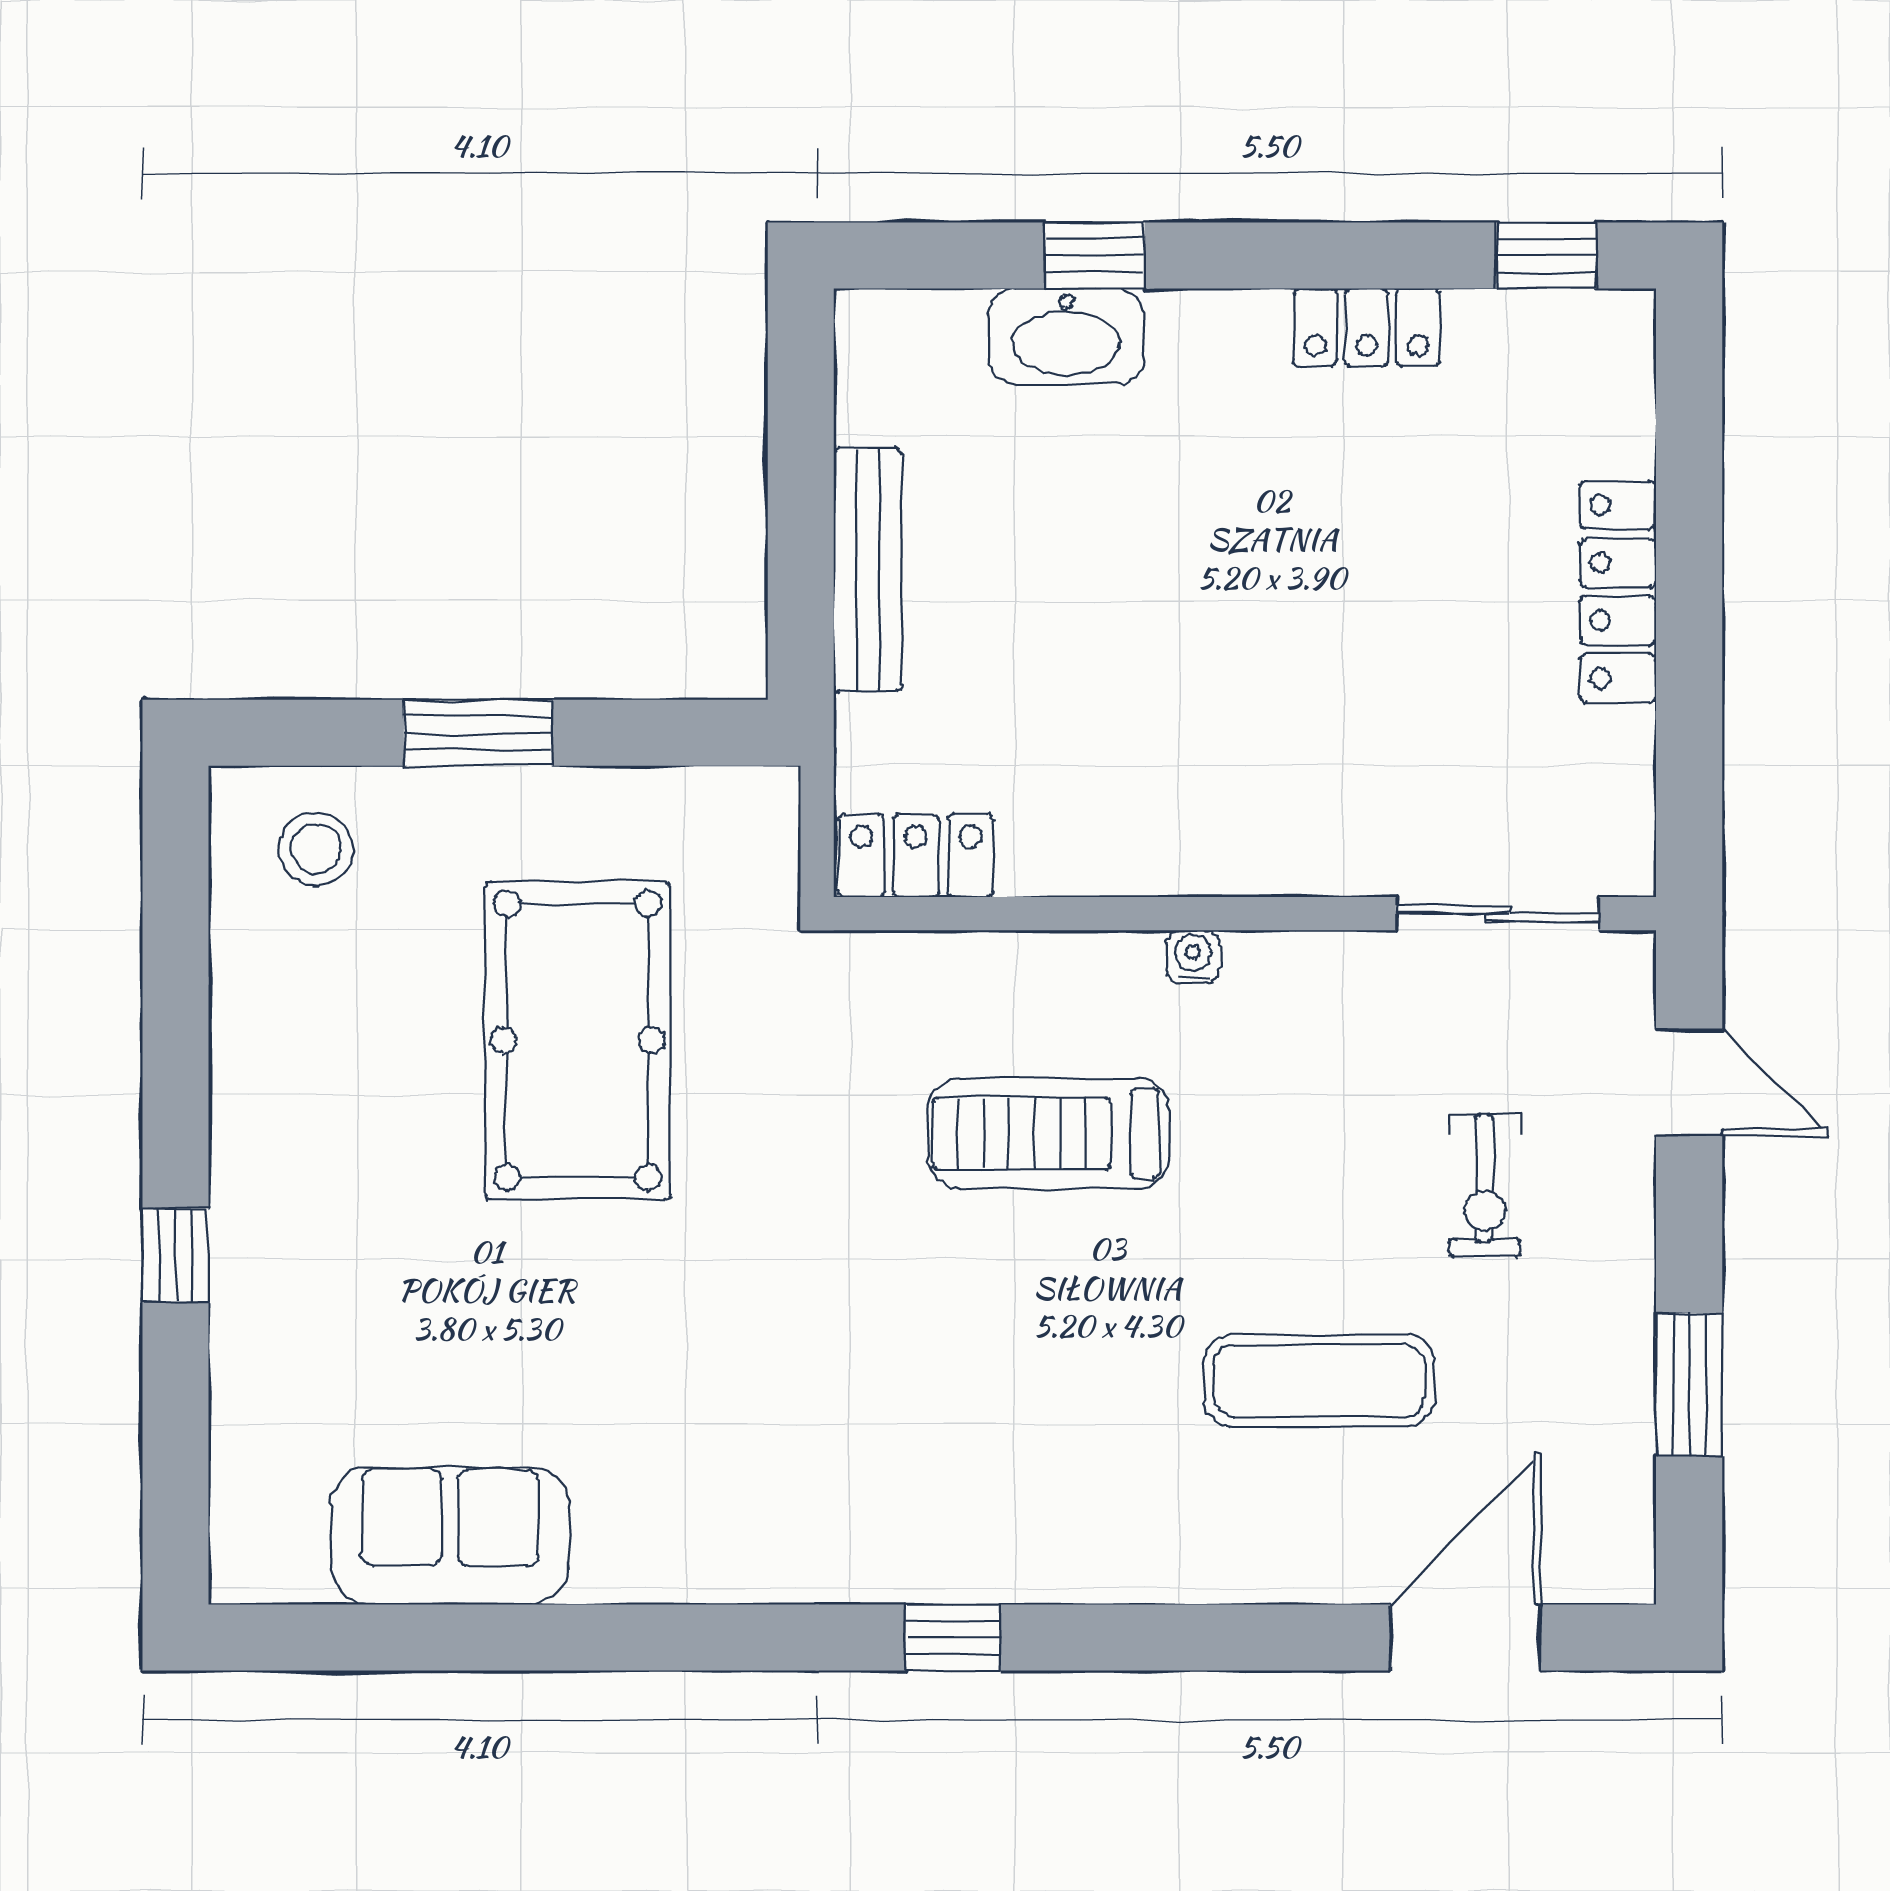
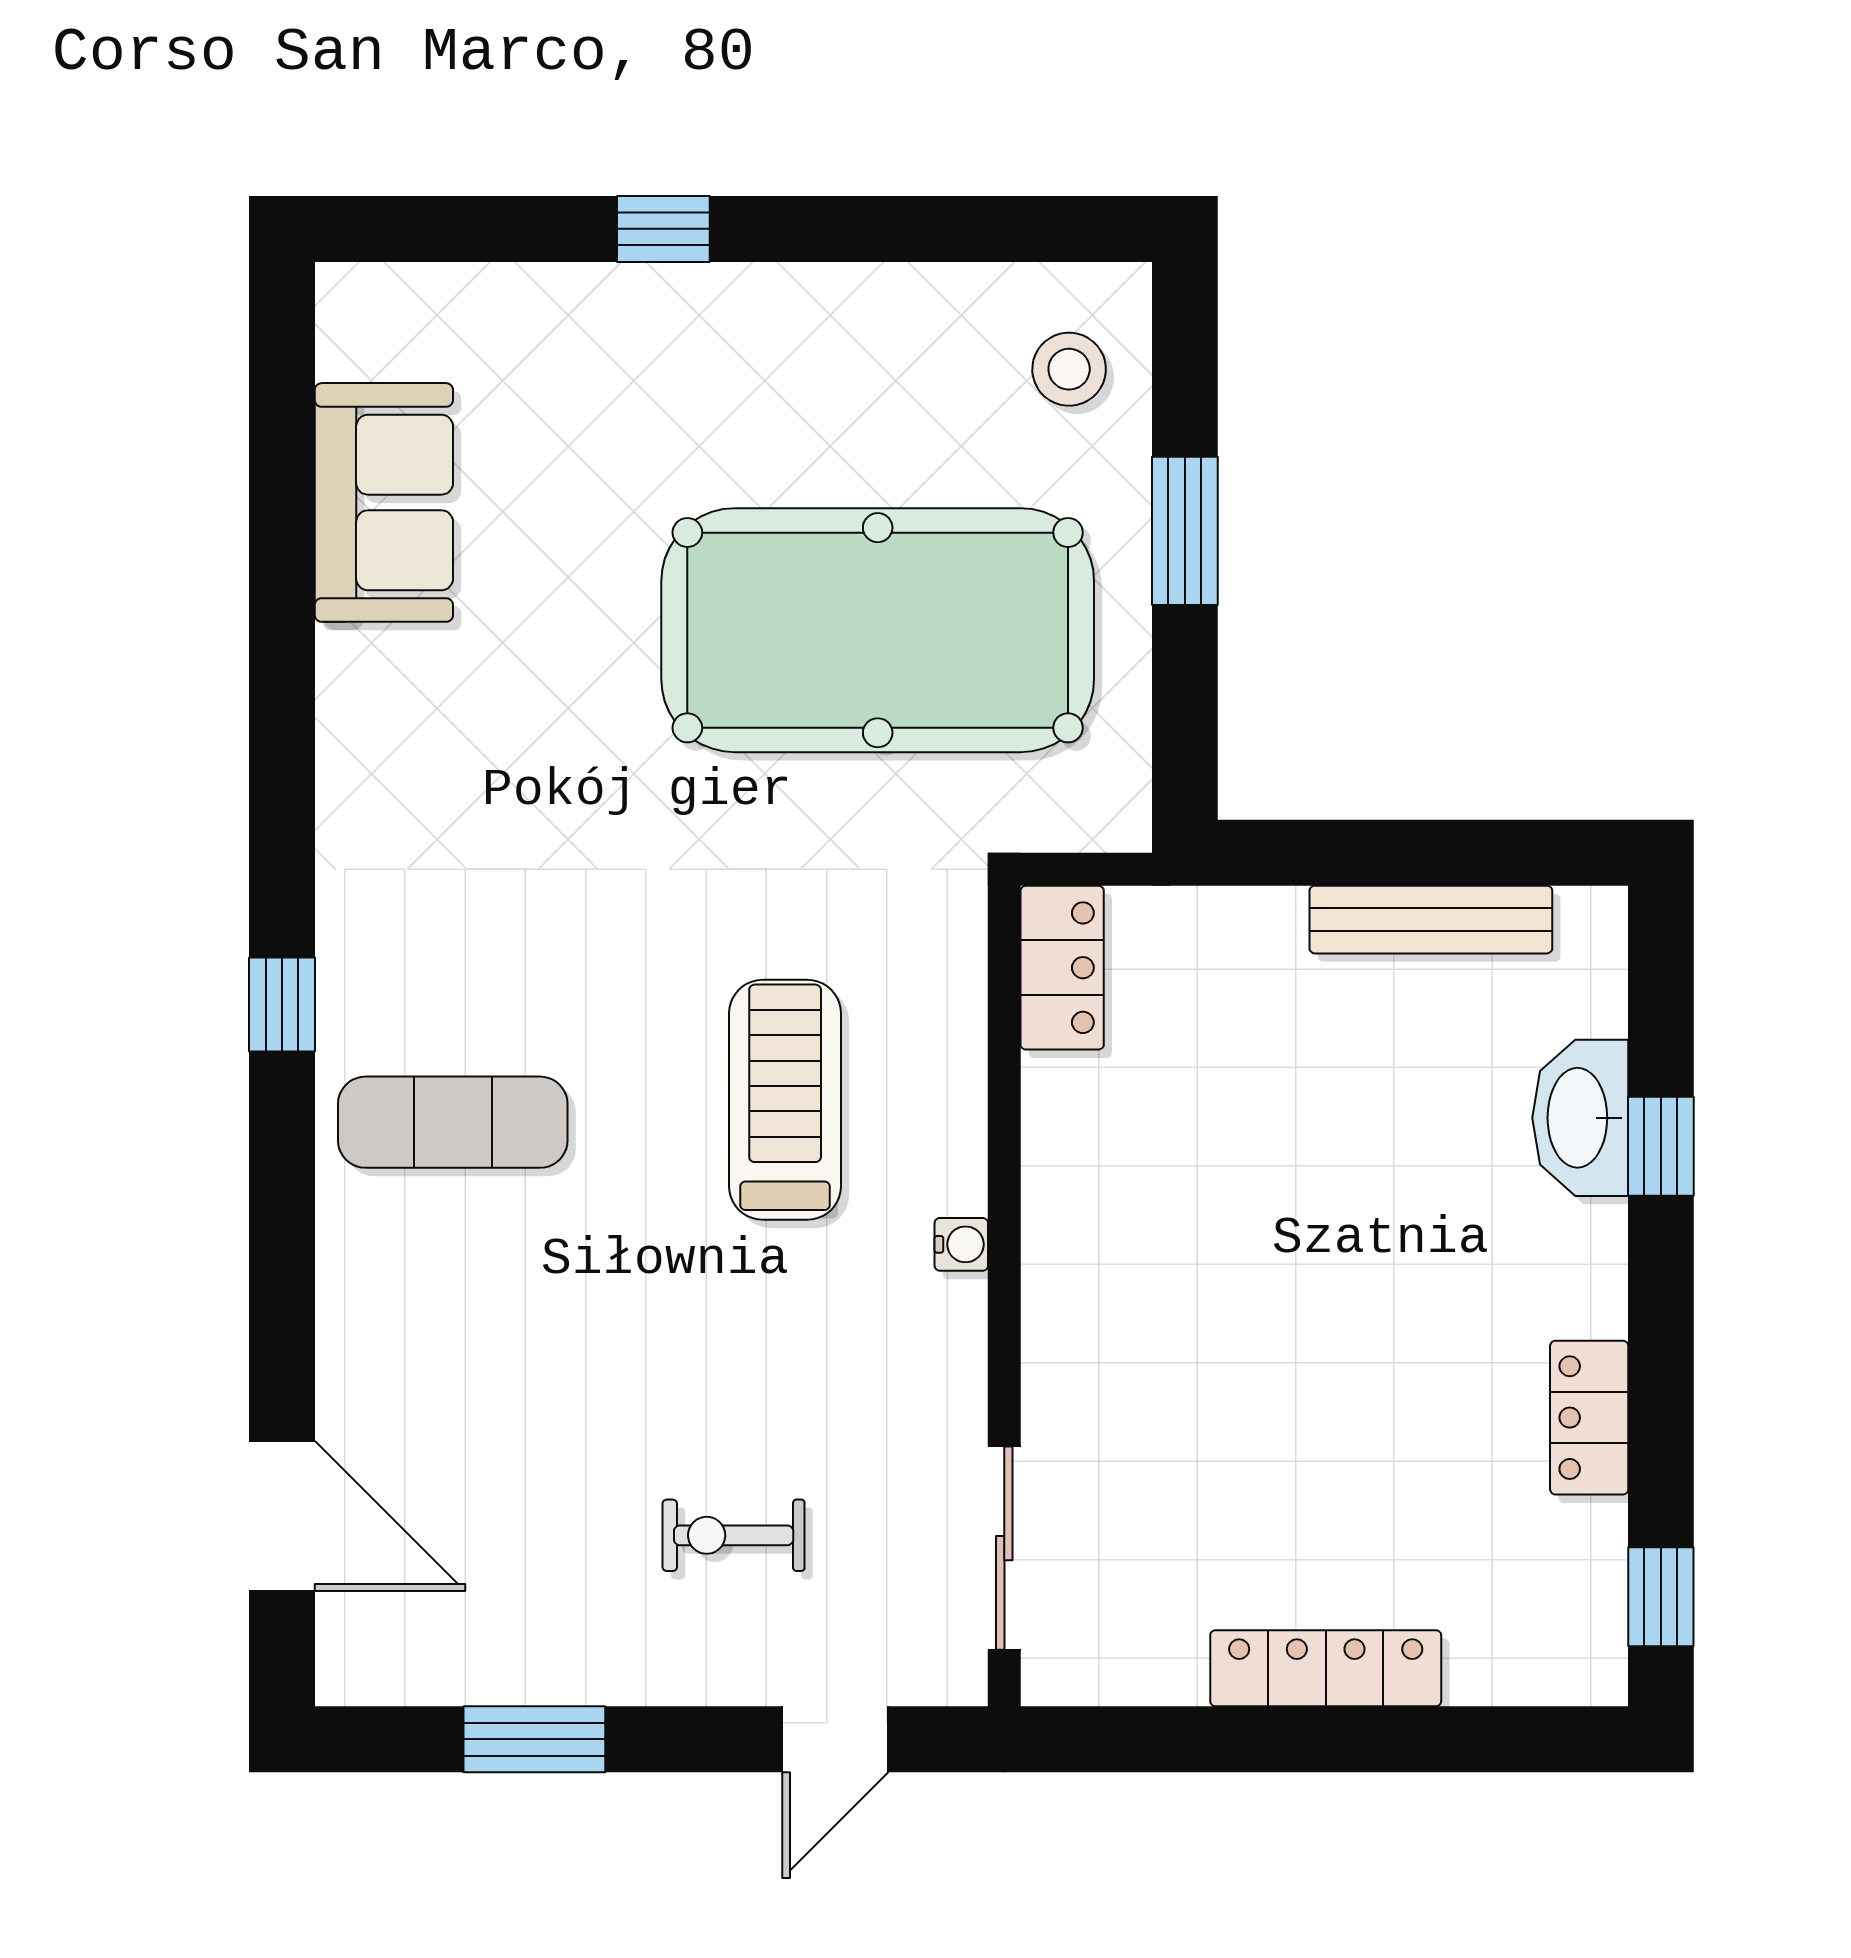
bench: (868, 570) -> (1431, 920), moved
pool table: (578, 1041) -> (878, 630), width x1.36, depth x1.32
exercise mat: (1319, 1381) -> (453, 1122), moved, turned 90

